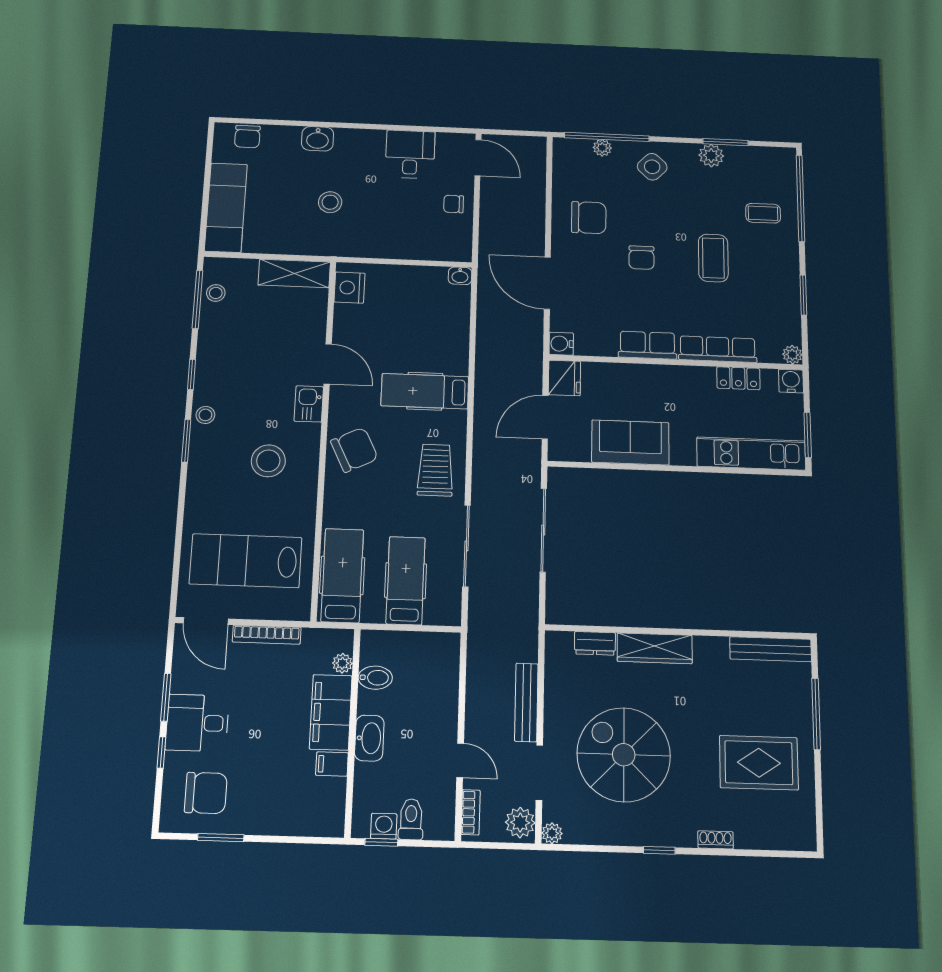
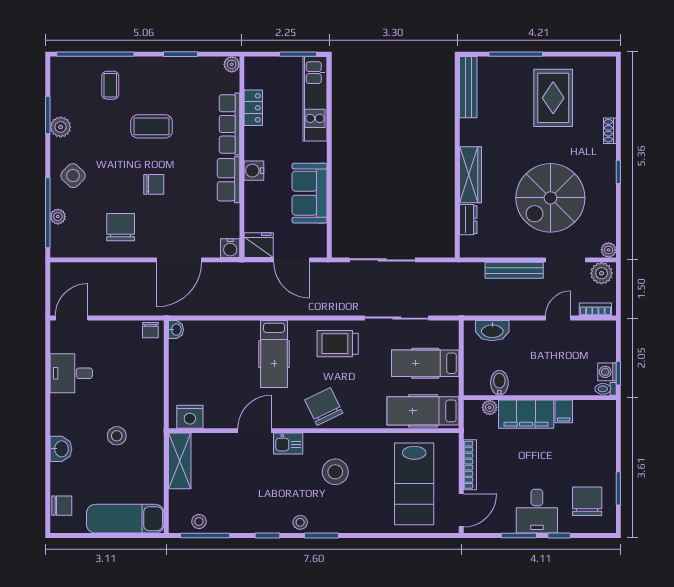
chair: (454, 204) -> (150, 330), moved
water cooler: (791, 381) -> (254, 171), moved
washbasin: (369, 738) -> (492, 331), moved, turned 180
toilet: (411, 819) -> (606, 389), moved, width x0.73, depth x0.72

